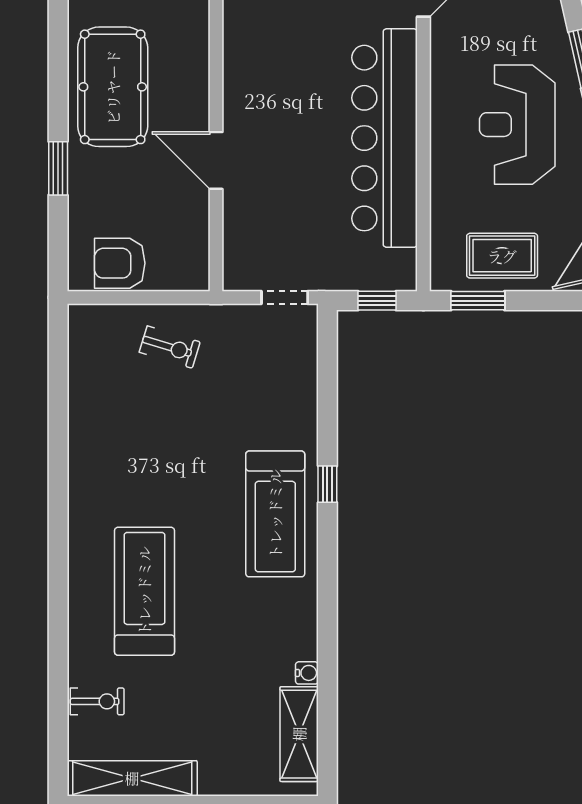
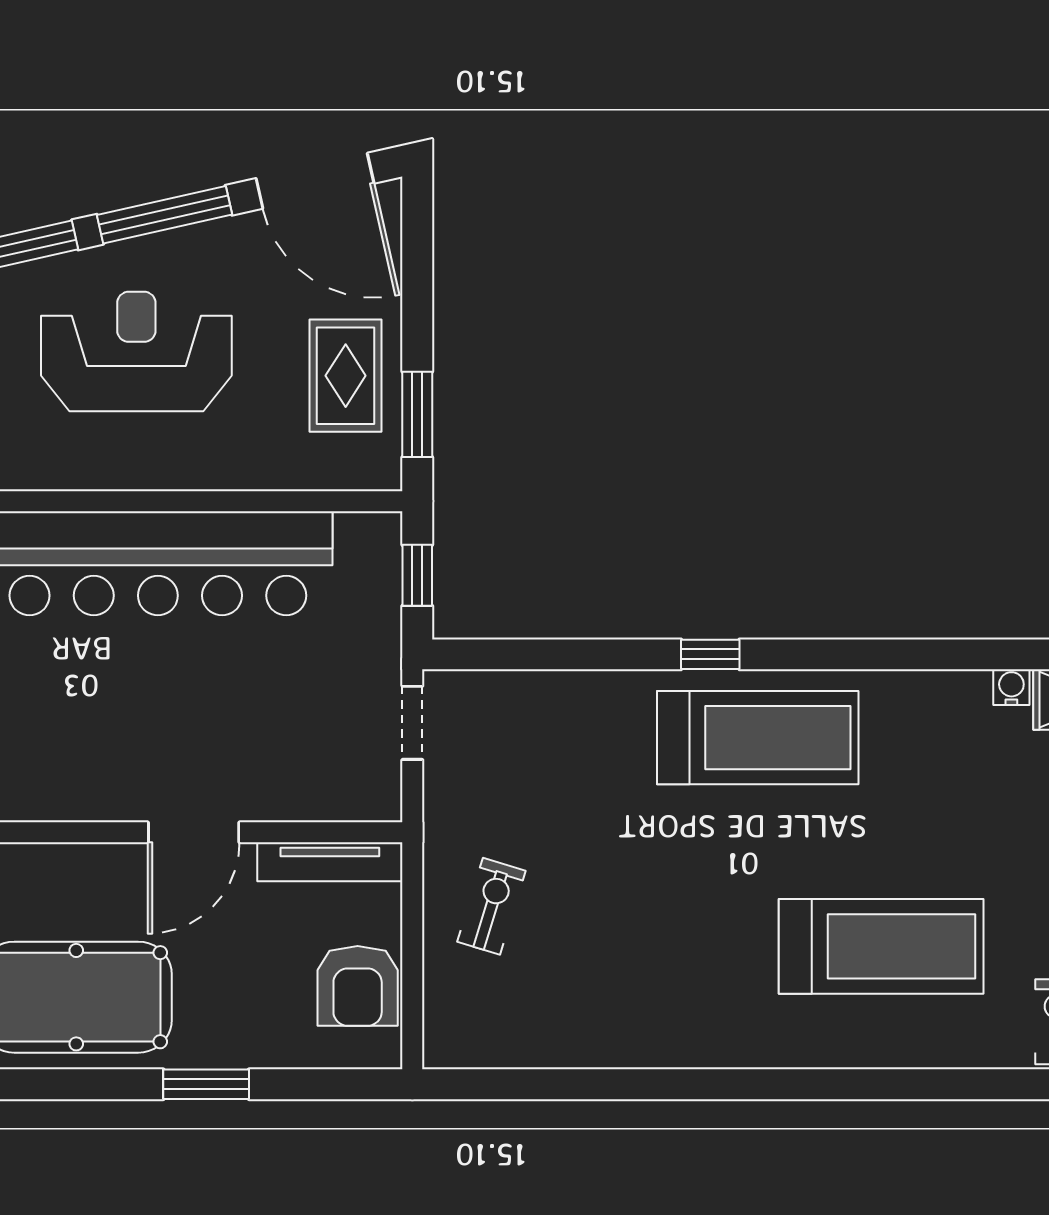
reception desk: (517, 125) -> (136, 352), turned 180
tv unit: (197, 246) -> (330, 862), added
treadmill: (144, 591) -> (881, 946), turned 180

